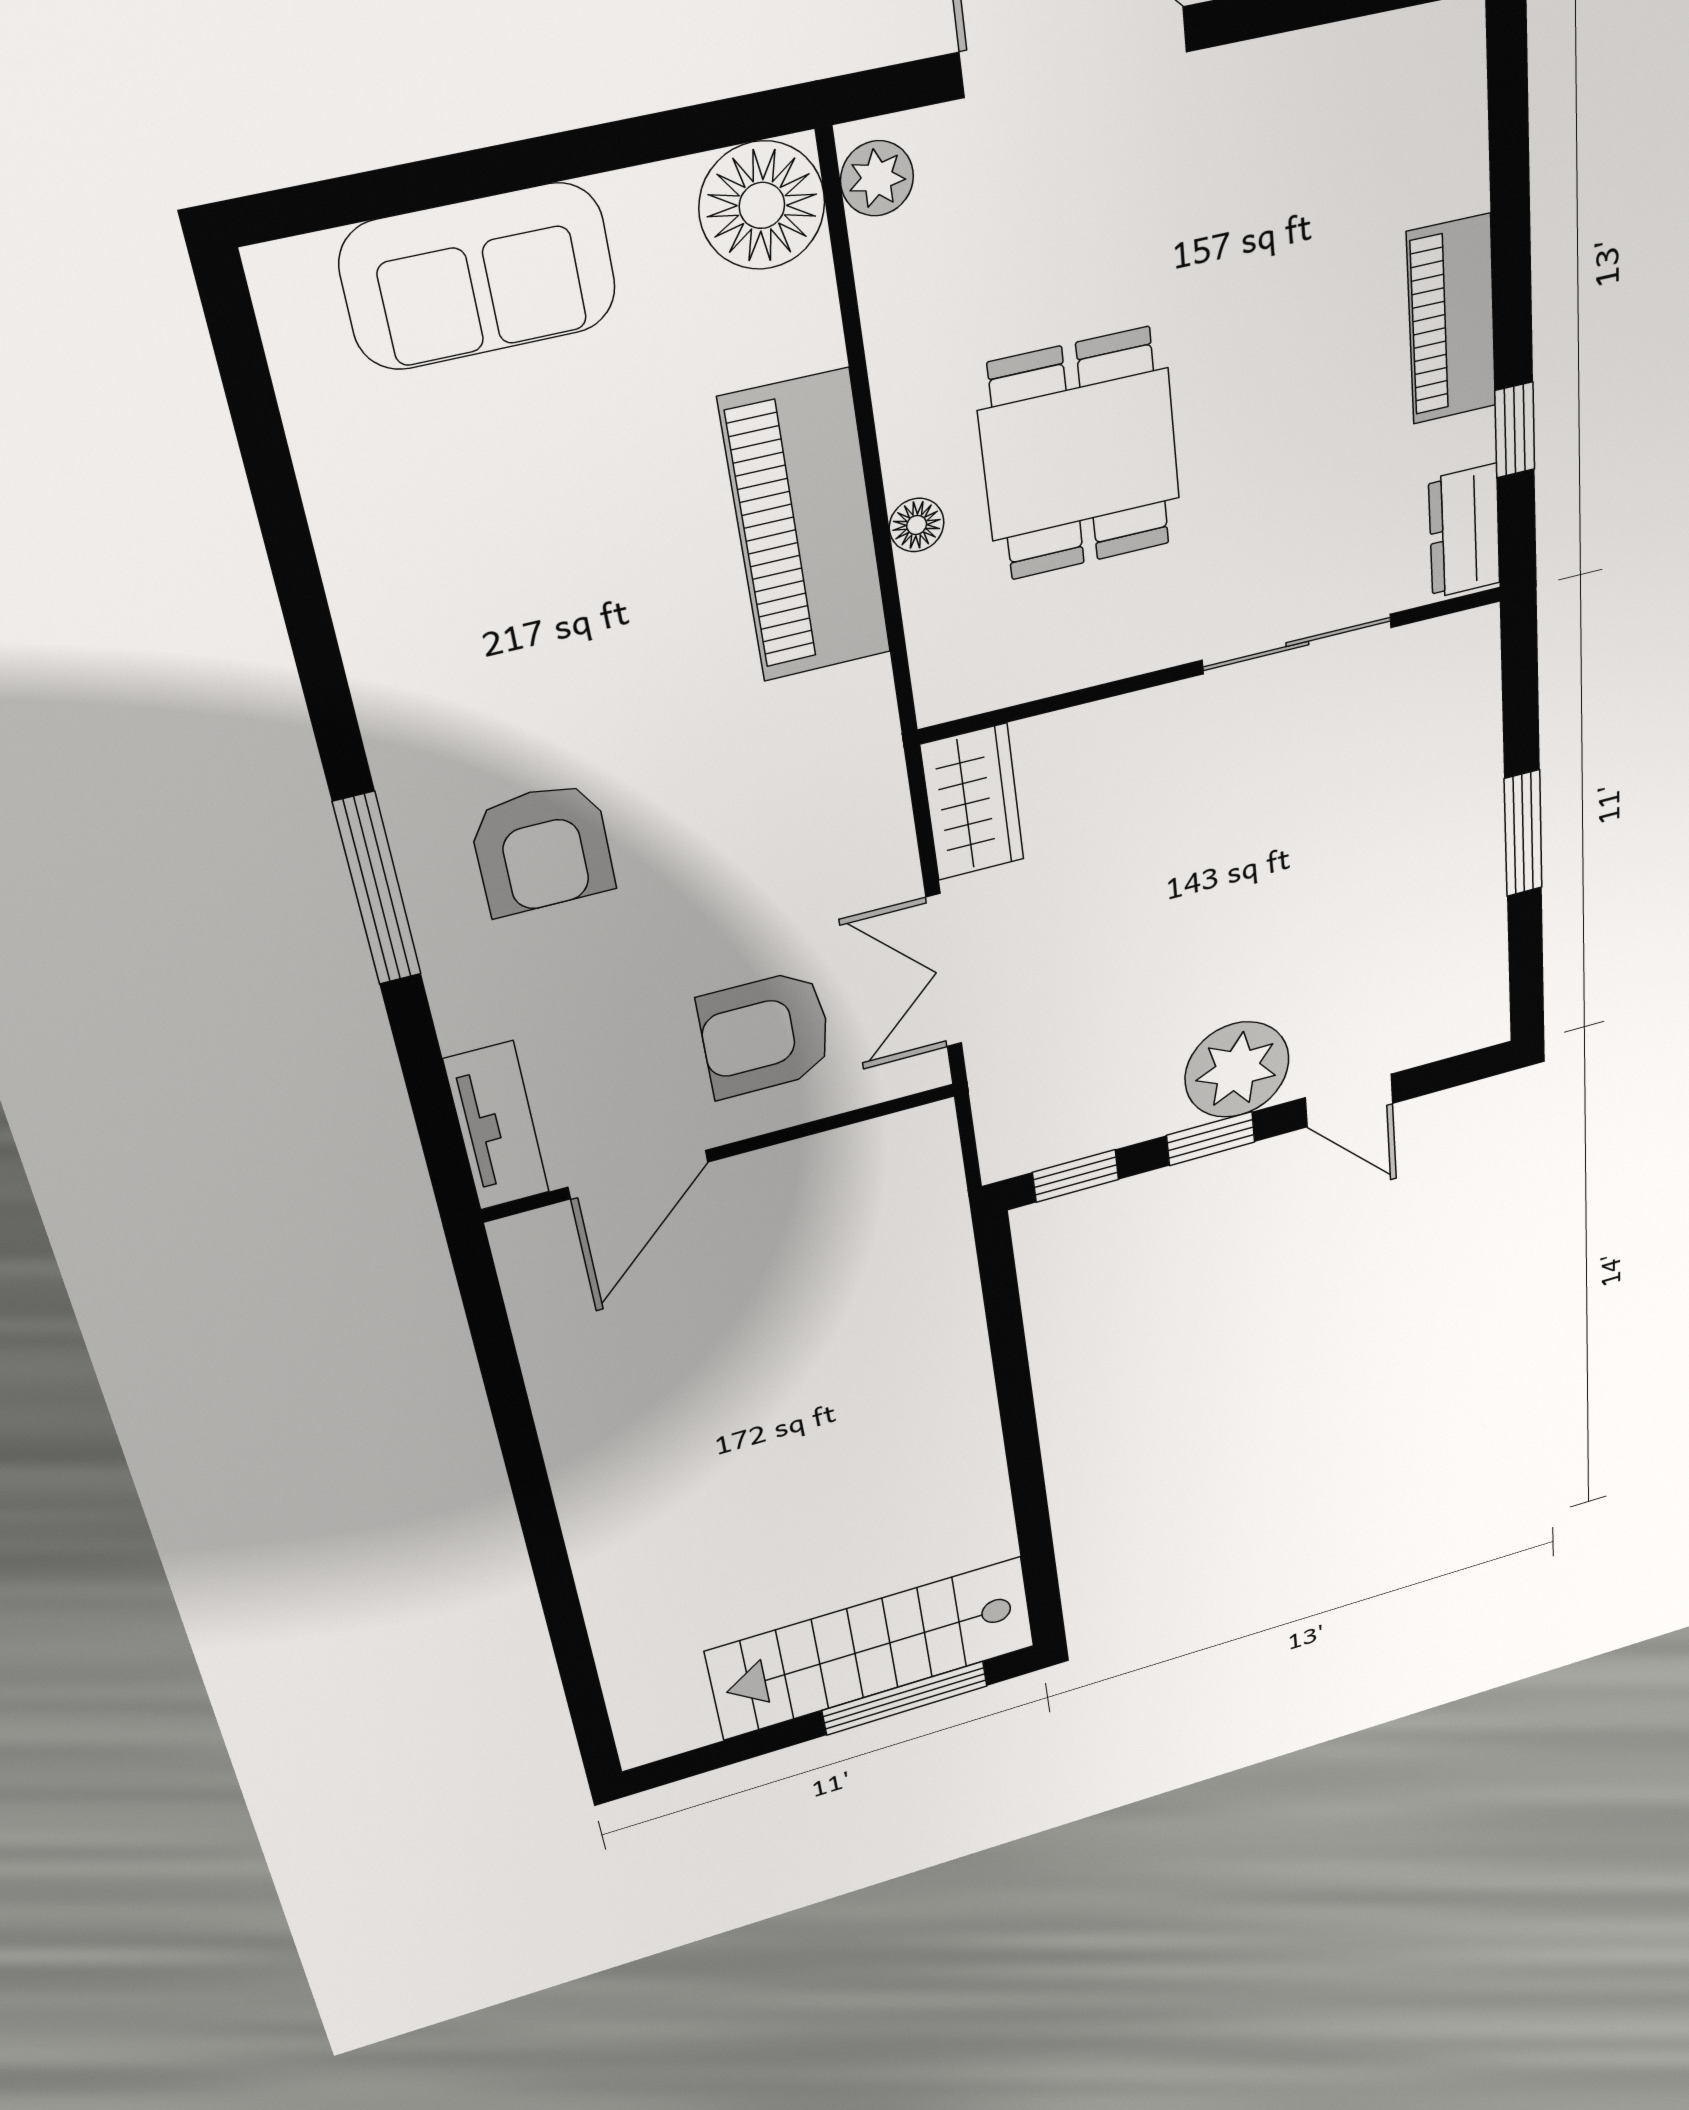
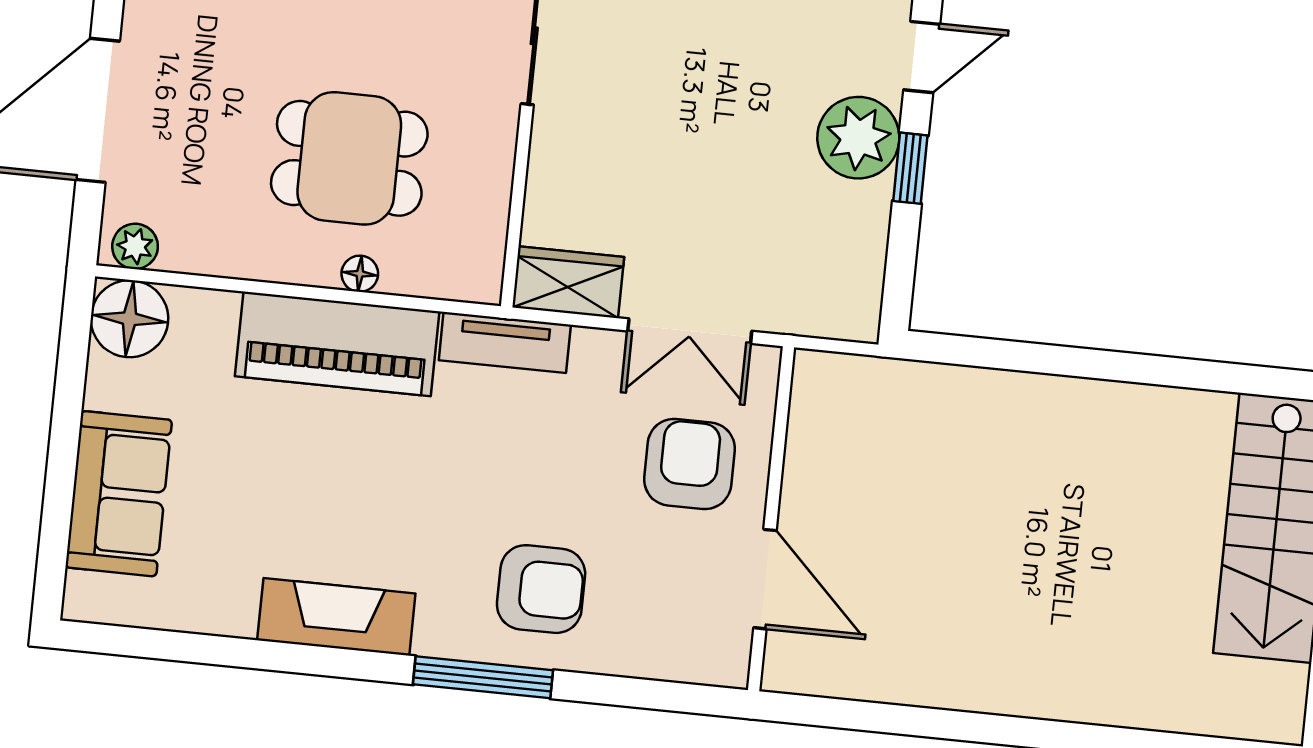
fireplace: (395, 663) -> (336, 617), added
armchair: (542, 849) -> (541, 589), moved
armchair: (765, 1034) -> (689, 464), turned 180
tv unit: (497, 1126) -> (505, 342), moved, turned 180
window: (1076, 1176) -> (900, 275), removed

